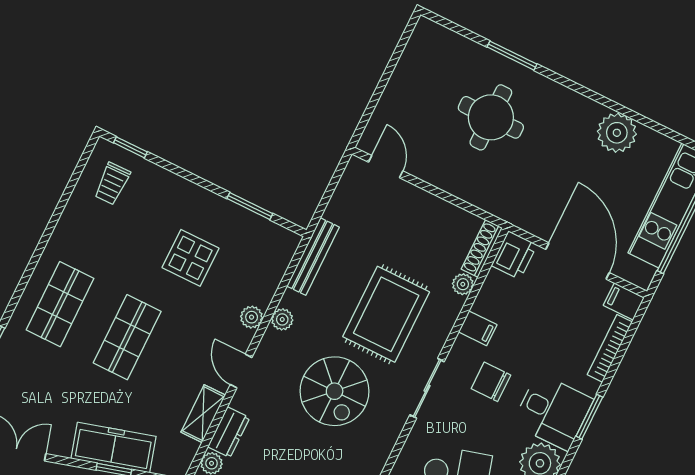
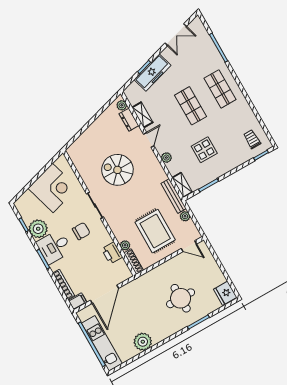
fridge: (427, 42) -> (225, 293), added
shelving: (282, 254) -> (182, 185), added
printer: (514, 255) -> (112, 253), moved
door: (578, 261) -> (105, 294), hinge flipped
rug: (386, 314) -> (155, 231), moved
plant: (282, 319) -> (185, 216), moved
filing cabinet: (478, 328) -> (105, 240), removed
door: (241, 371) -> (149, 140), hinge flipped

